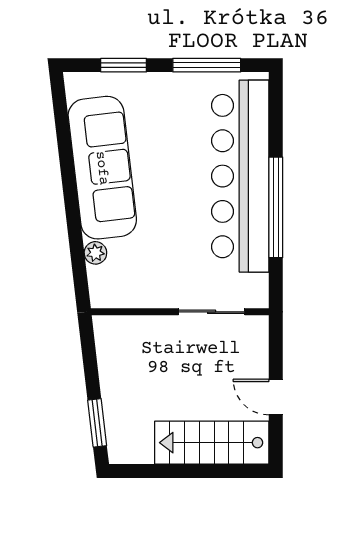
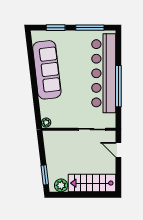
plant: (95, 253) -> (46, 123), moved
door: (276, 397) -> (118, 150), moved
plant: (137, 448) -> (61, 185), added

